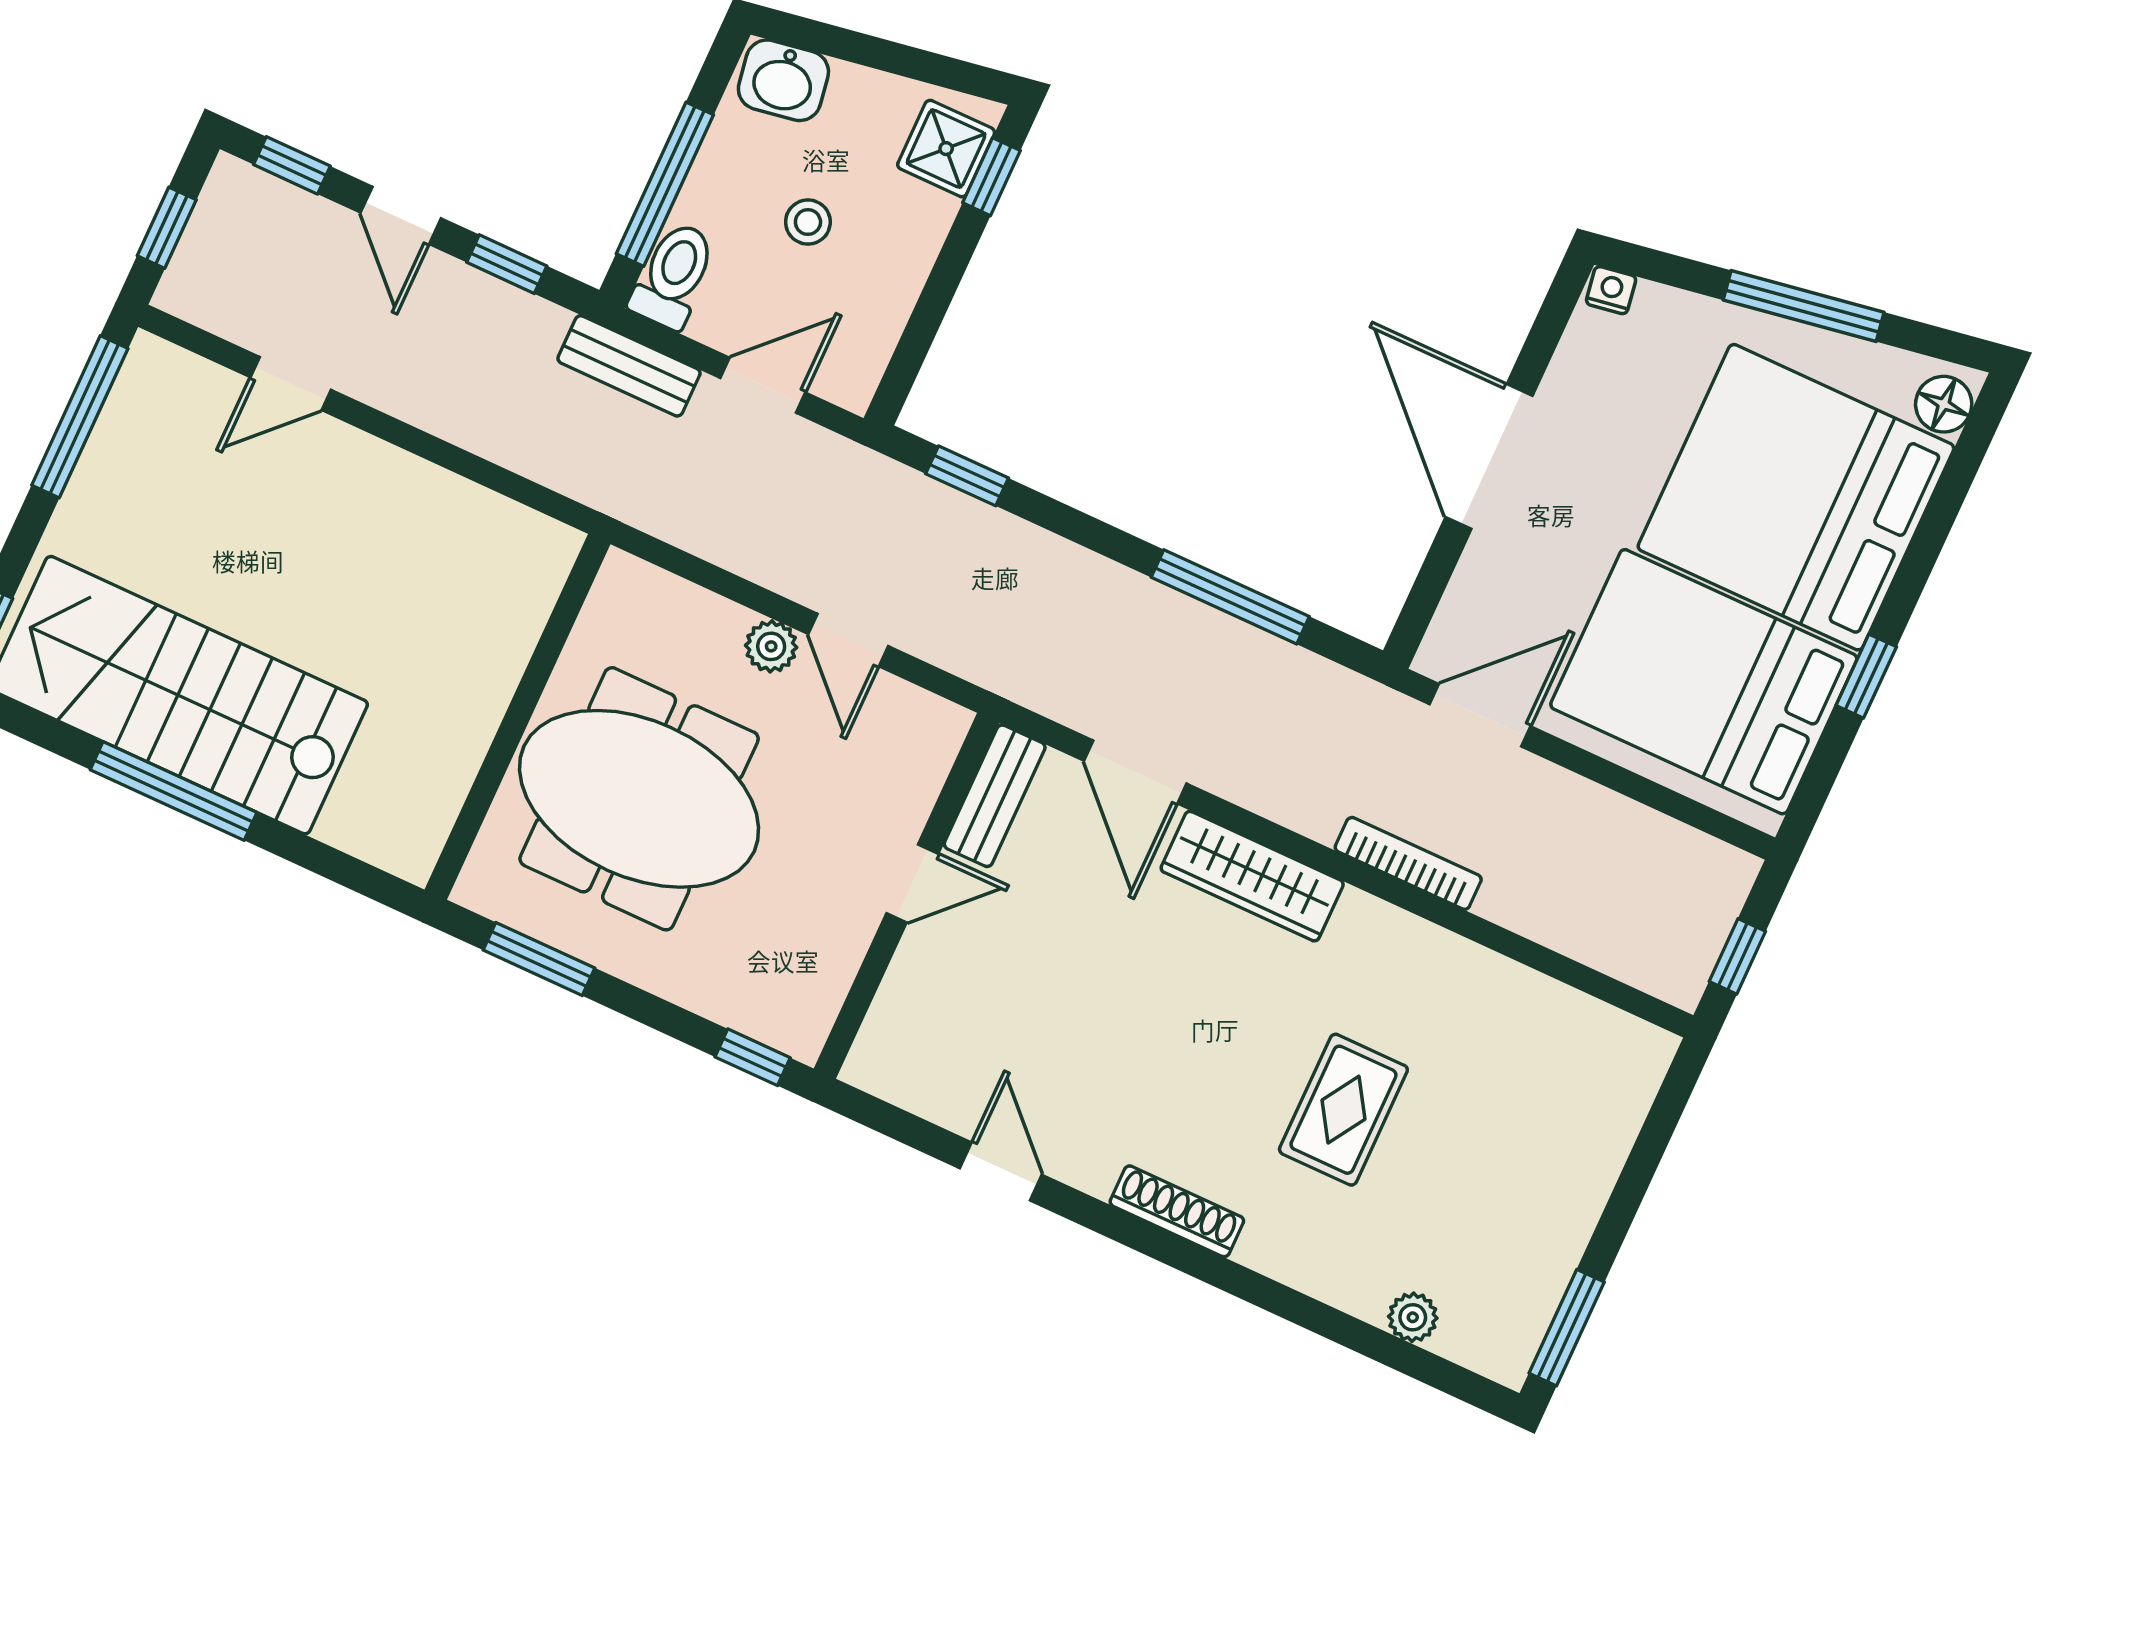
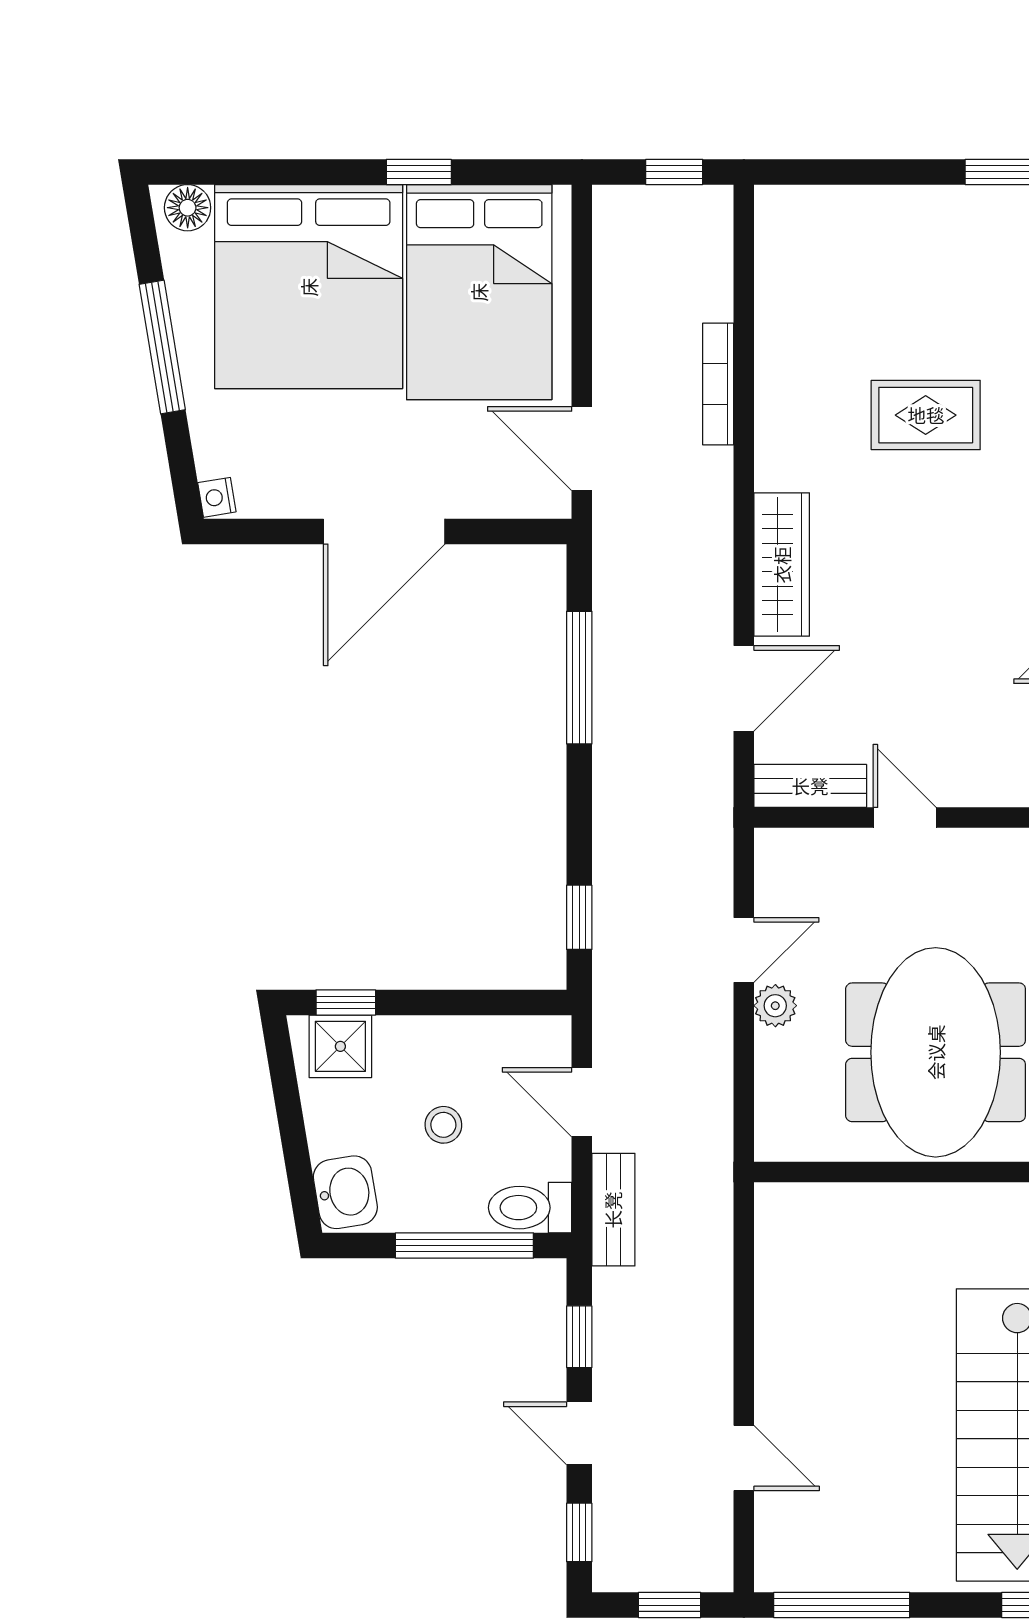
door: (401, 215) -> (579, 1433), swing flipped
bookcase: (1408, 863) -> (718, 384), moved

